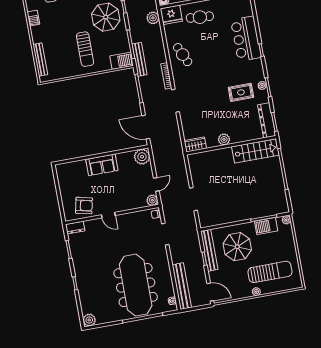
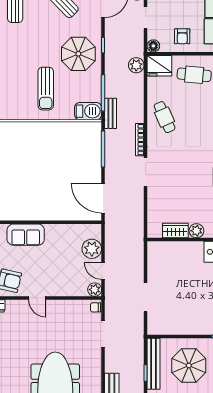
bench: (140, 59) -> (110, 113), width x0.73
wardrobe: (195, 145) -> (175, 231), moved
plant: (142, 157) -> (92, 249), moved
sofa: (102, 165) -> (26, 235), moved
door: (156, 184) -> (103, 271), swing flipped

